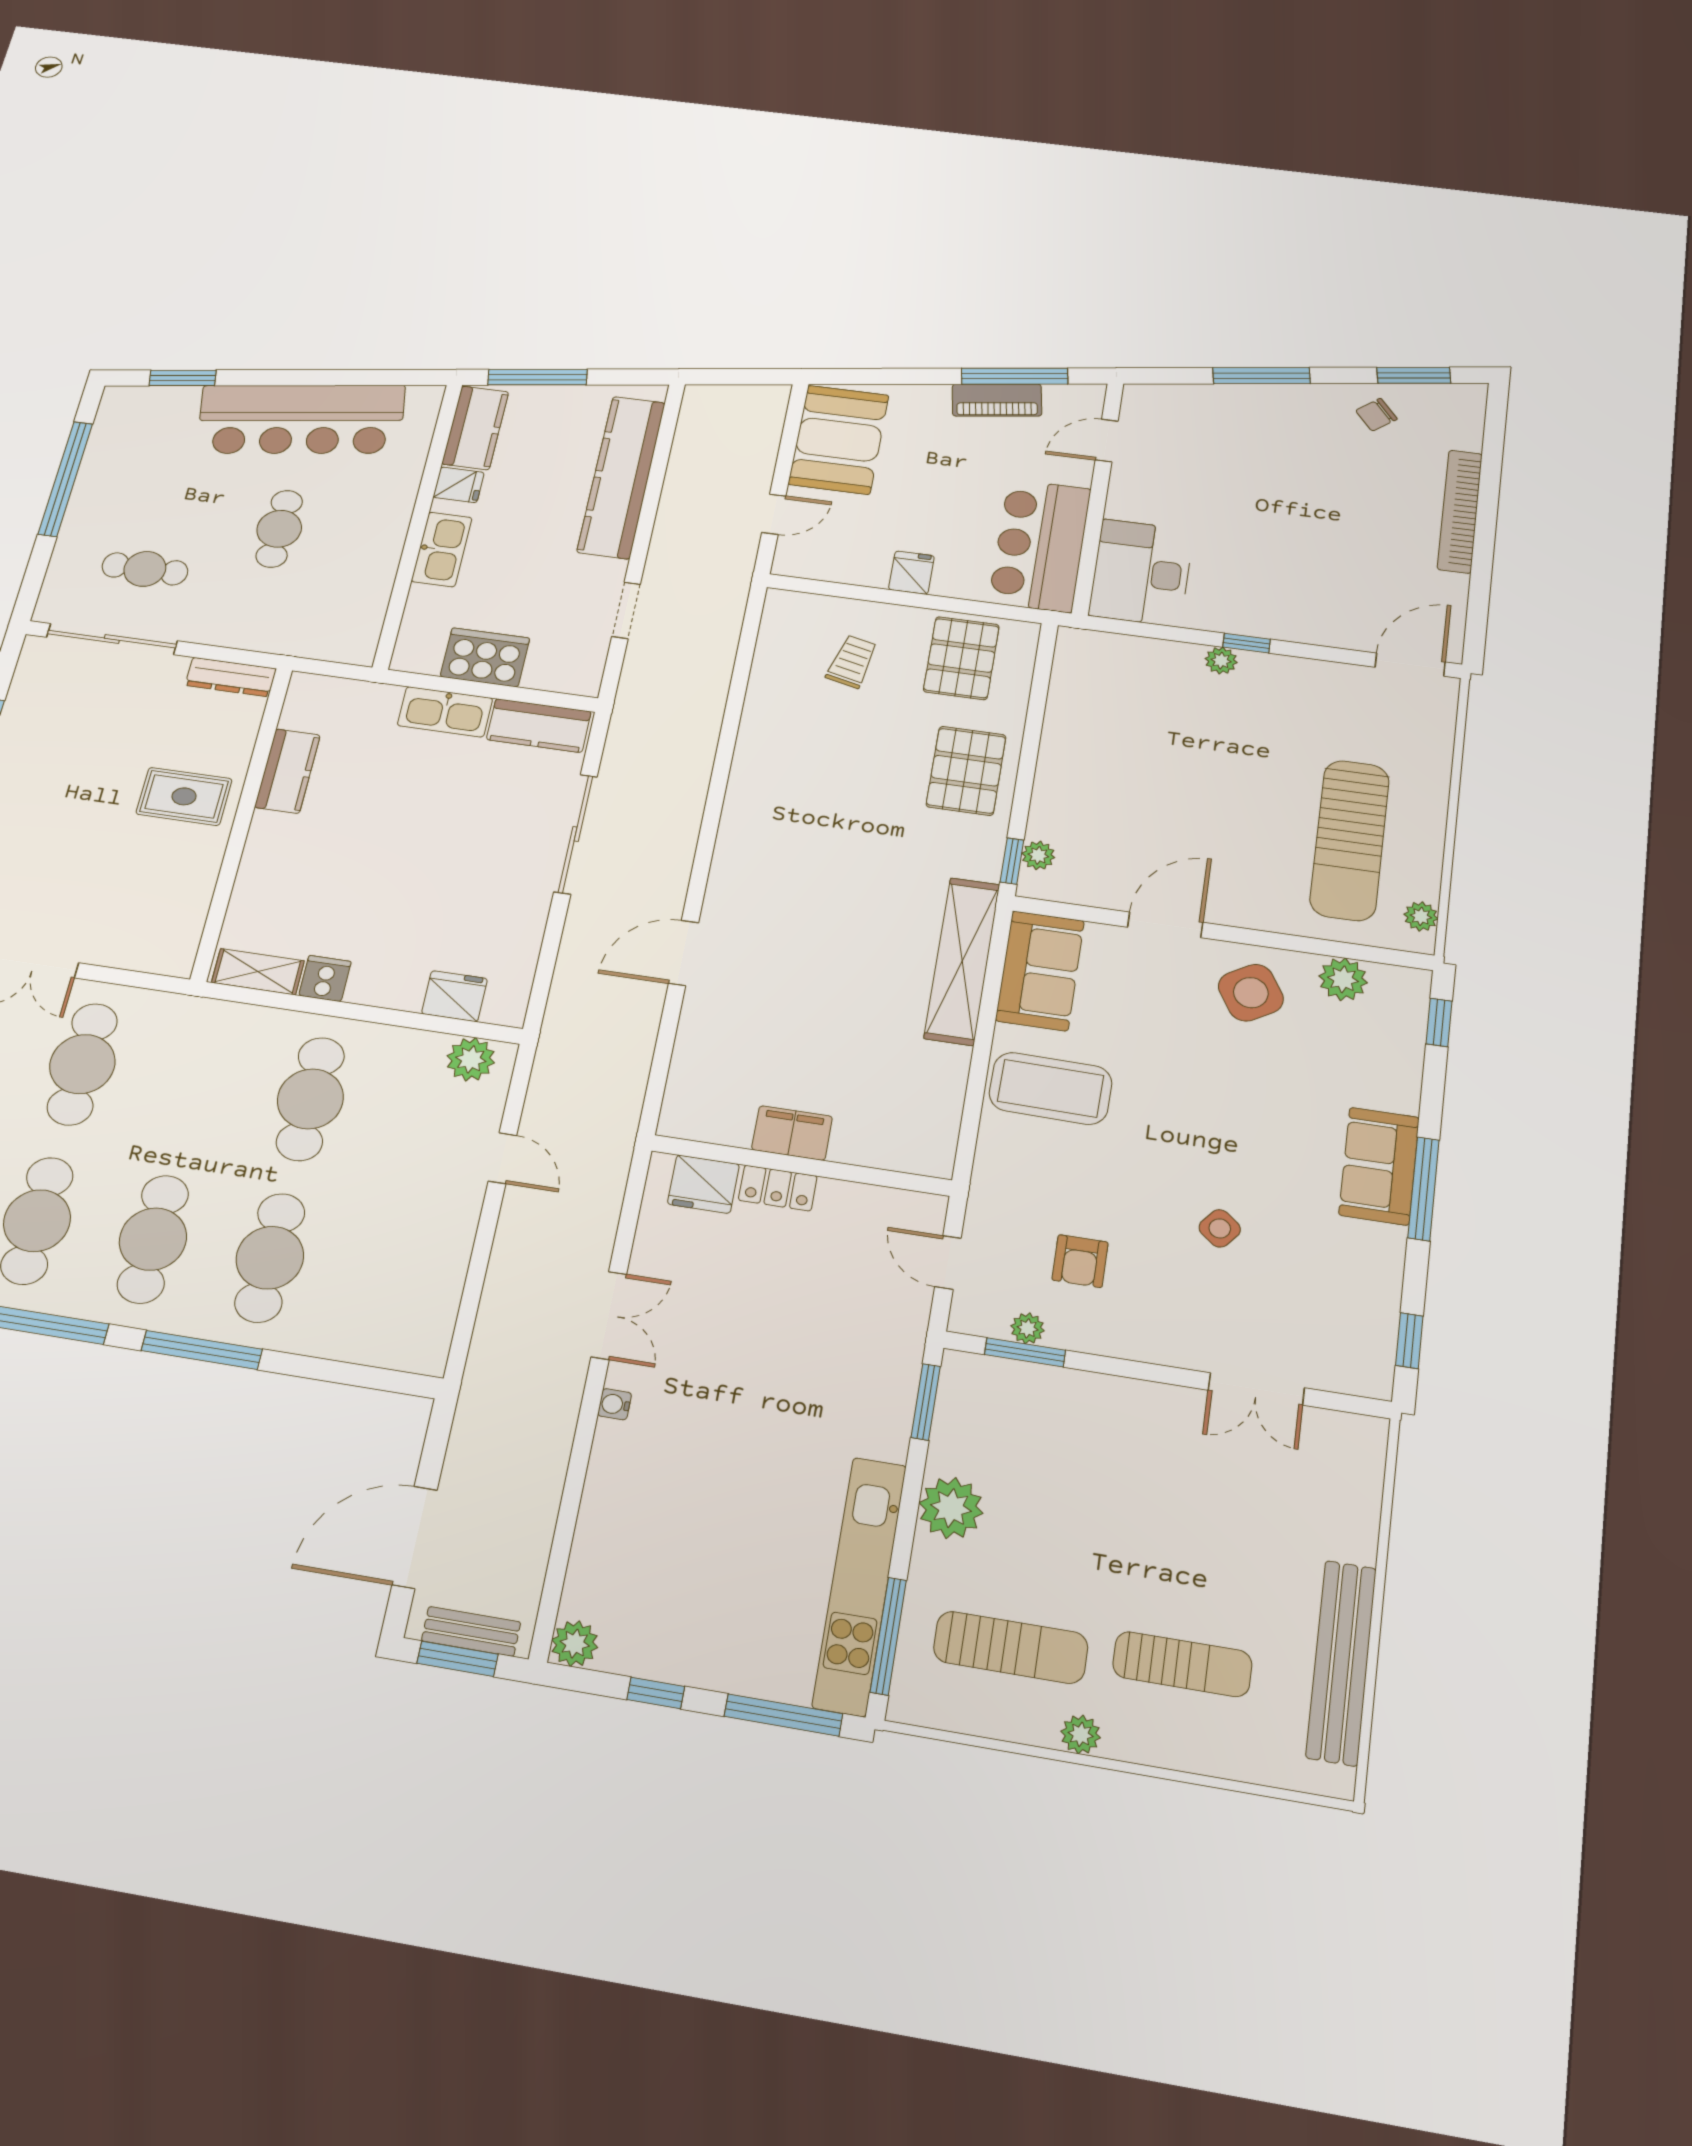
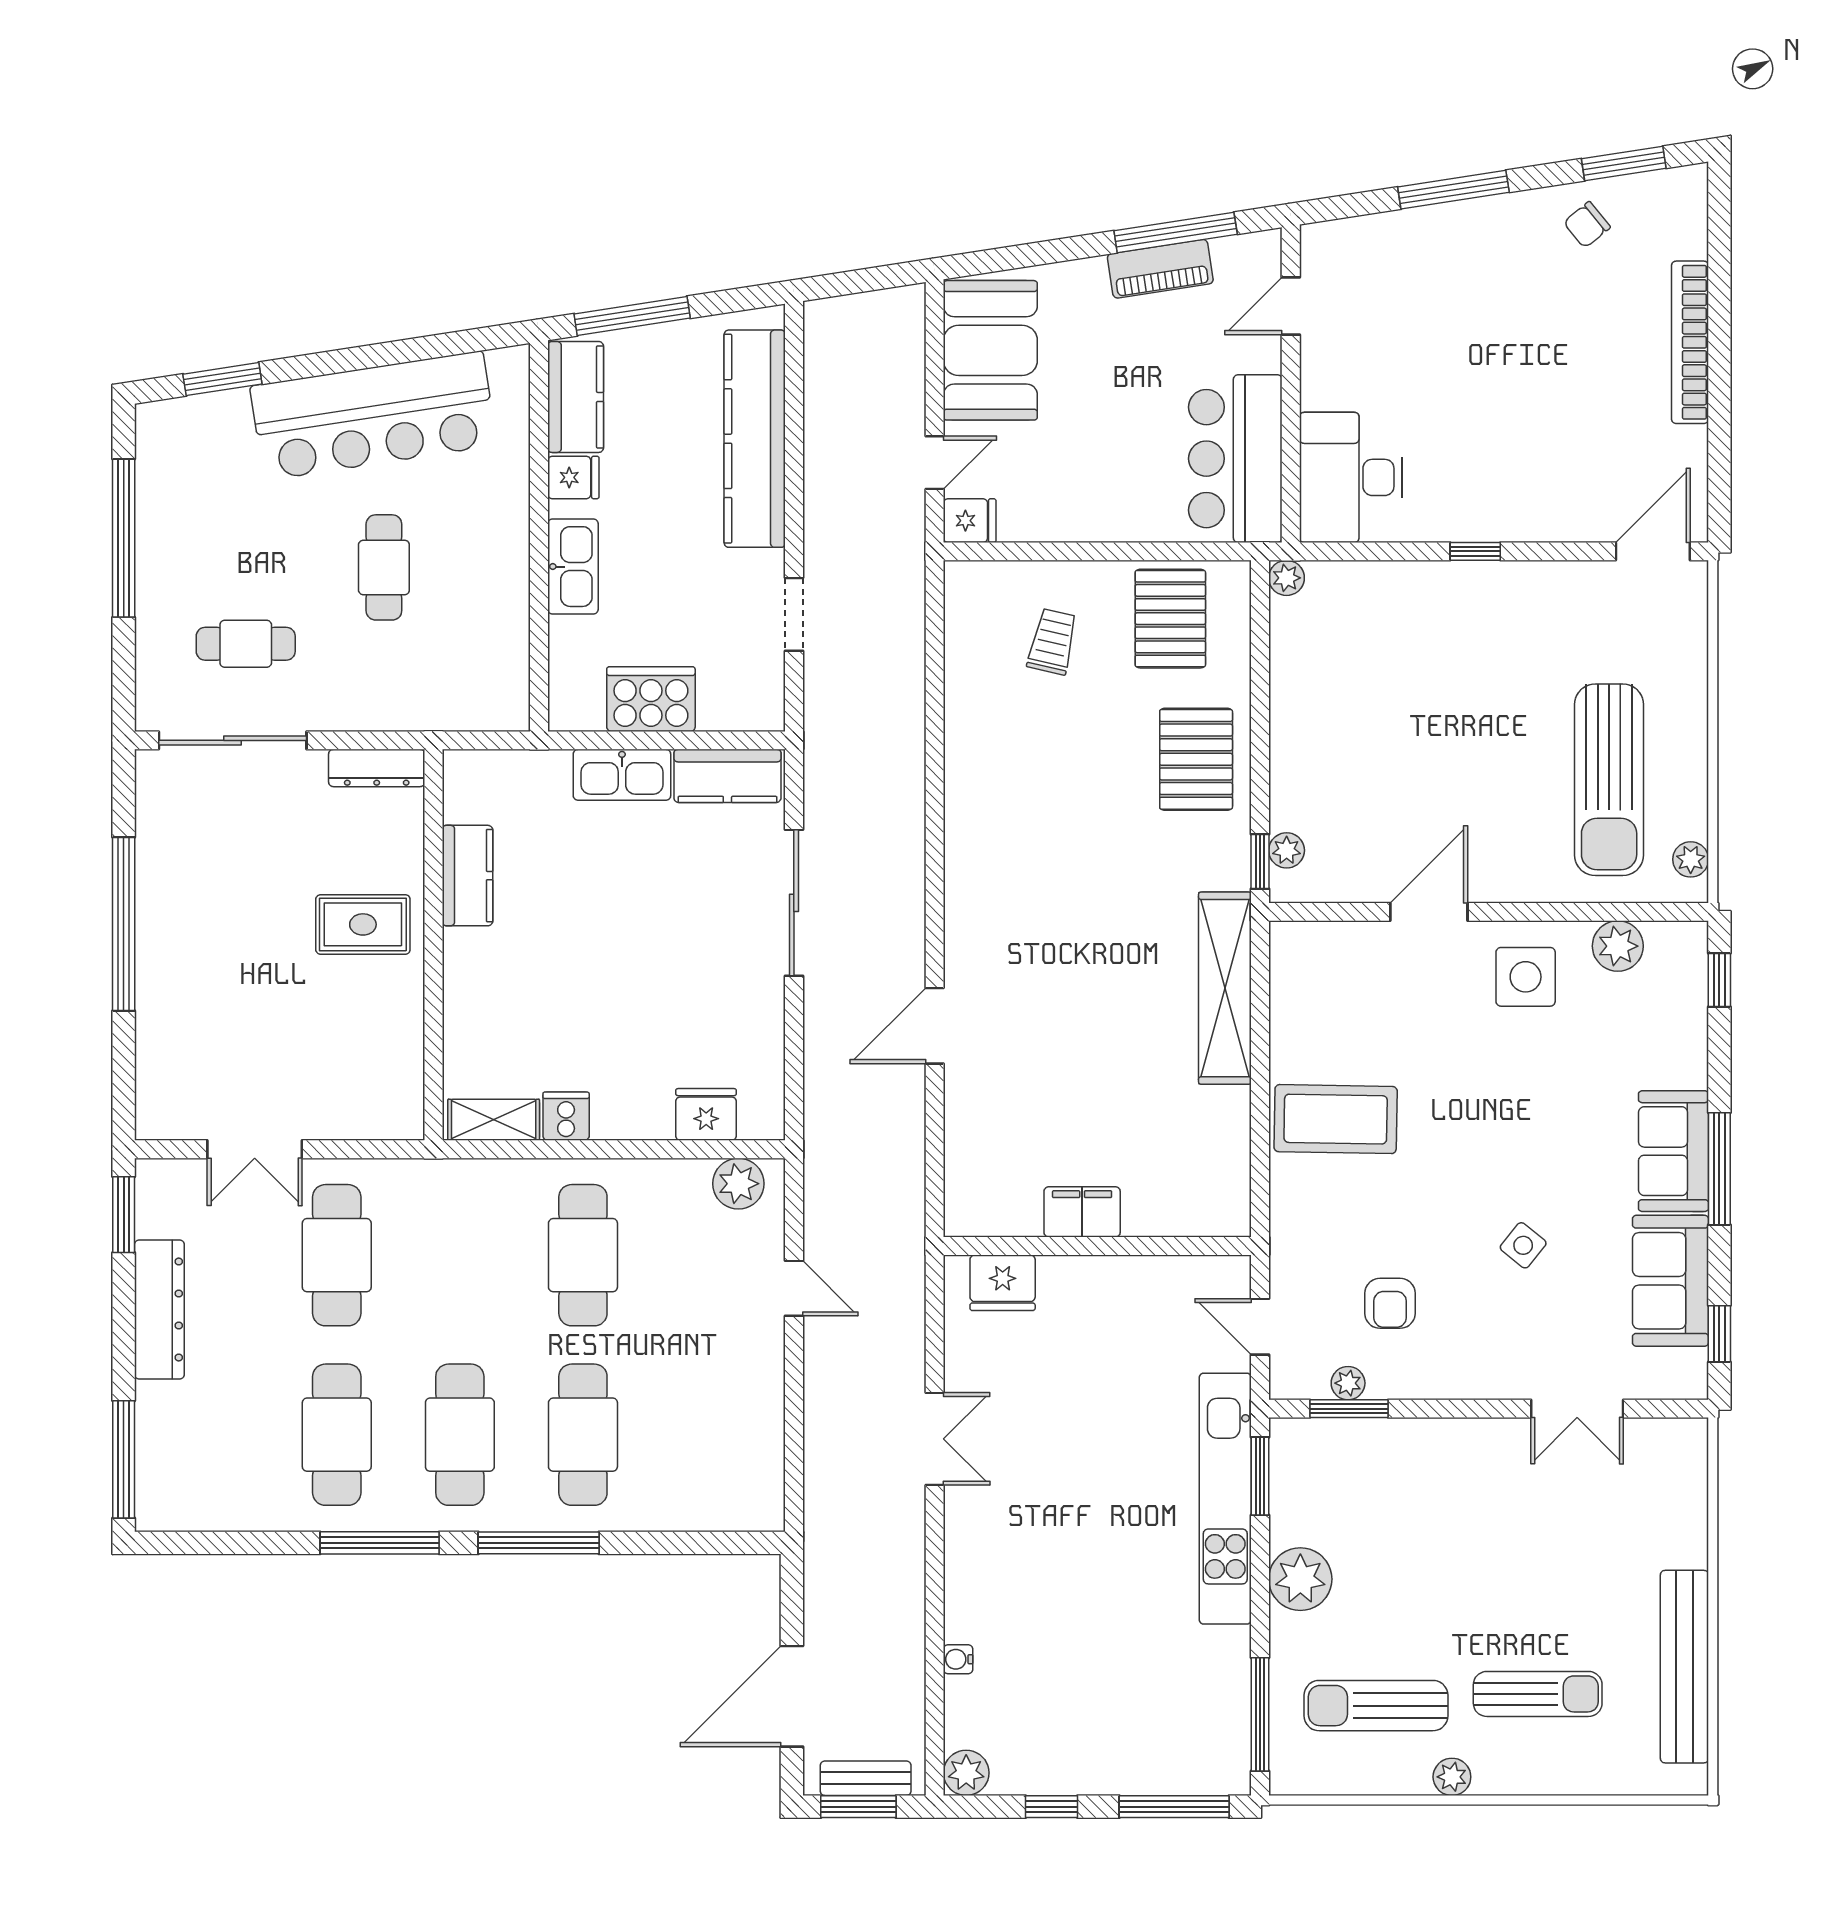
fridge: (911, 573) -> (970, 521), moved, turned 90
plant: (1221, 661) -> (1287, 578), moved
sofa: (1040, 971) -> (1670, 1281), moved, turned 180
side table: (1251, 993) -> (1526, 977), turned 31
locker: (778, 1188) -> (1078, 1275), removed
water cooler: (615, 1404) -> (958, 1659), moved
kitchen unit: (860, 1585) -> (1225, 1499), moved
sun lounger: (1011, 1647) -> (1376, 1706), turned 180

